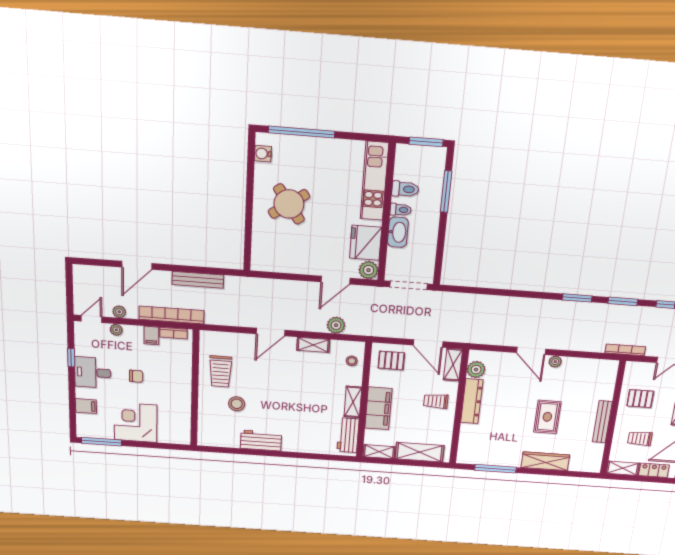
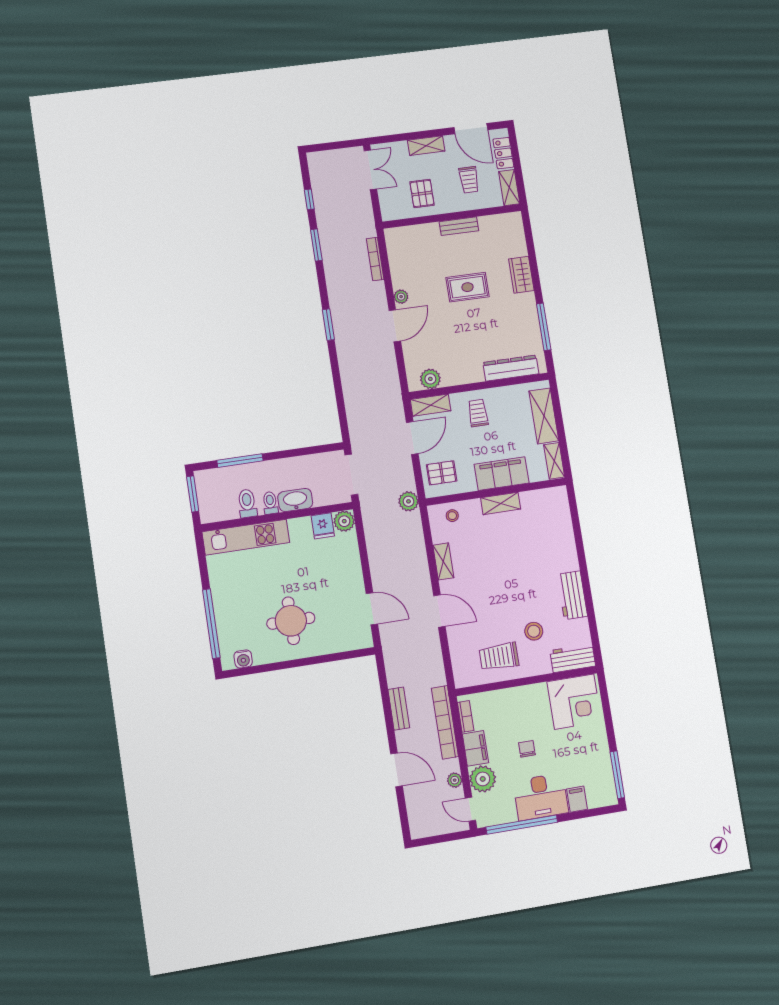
round table: (289, 204) -> (291, 621), turned 35
fridge: (366, 243) -> (323, 526), width x0.53, depth x0.75
bench: (198, 280) -> (399, 709), width x0.73
door: (335, 280) -> (372, 609), moved
window: (577, 298) -> (328, 325), moved
plant: (336, 325) -> (408, 501), moved
plant: (116, 330) -> (483, 779), width x1.88, depth x1.88
filing cabinet: (151, 335) -> (475, 748), width x2.00
bookcase: (625, 350) -> (375, 259), moved
window: (71, 358) -> (522, 825), width x3.17
pallet: (391, 360) -> (442, 473), turned 90
trolley: (221, 371) -> (499, 657), turned 180
desk: (93, 372) -> (541, 797), width x1.37
trolley: (436, 401) -> (478, 413), turned 180
dresser: (472, 401) -> (511, 368), moved
corner desk: (136, 422) -> (574, 702), moved, turned -90
bench: (602, 422) -> (459, 226), width x0.73
workbench: (348, 435) -> (573, 658), moved, turned 180
wardrobe: (545, 461) -> (521, 275), width x0.67

